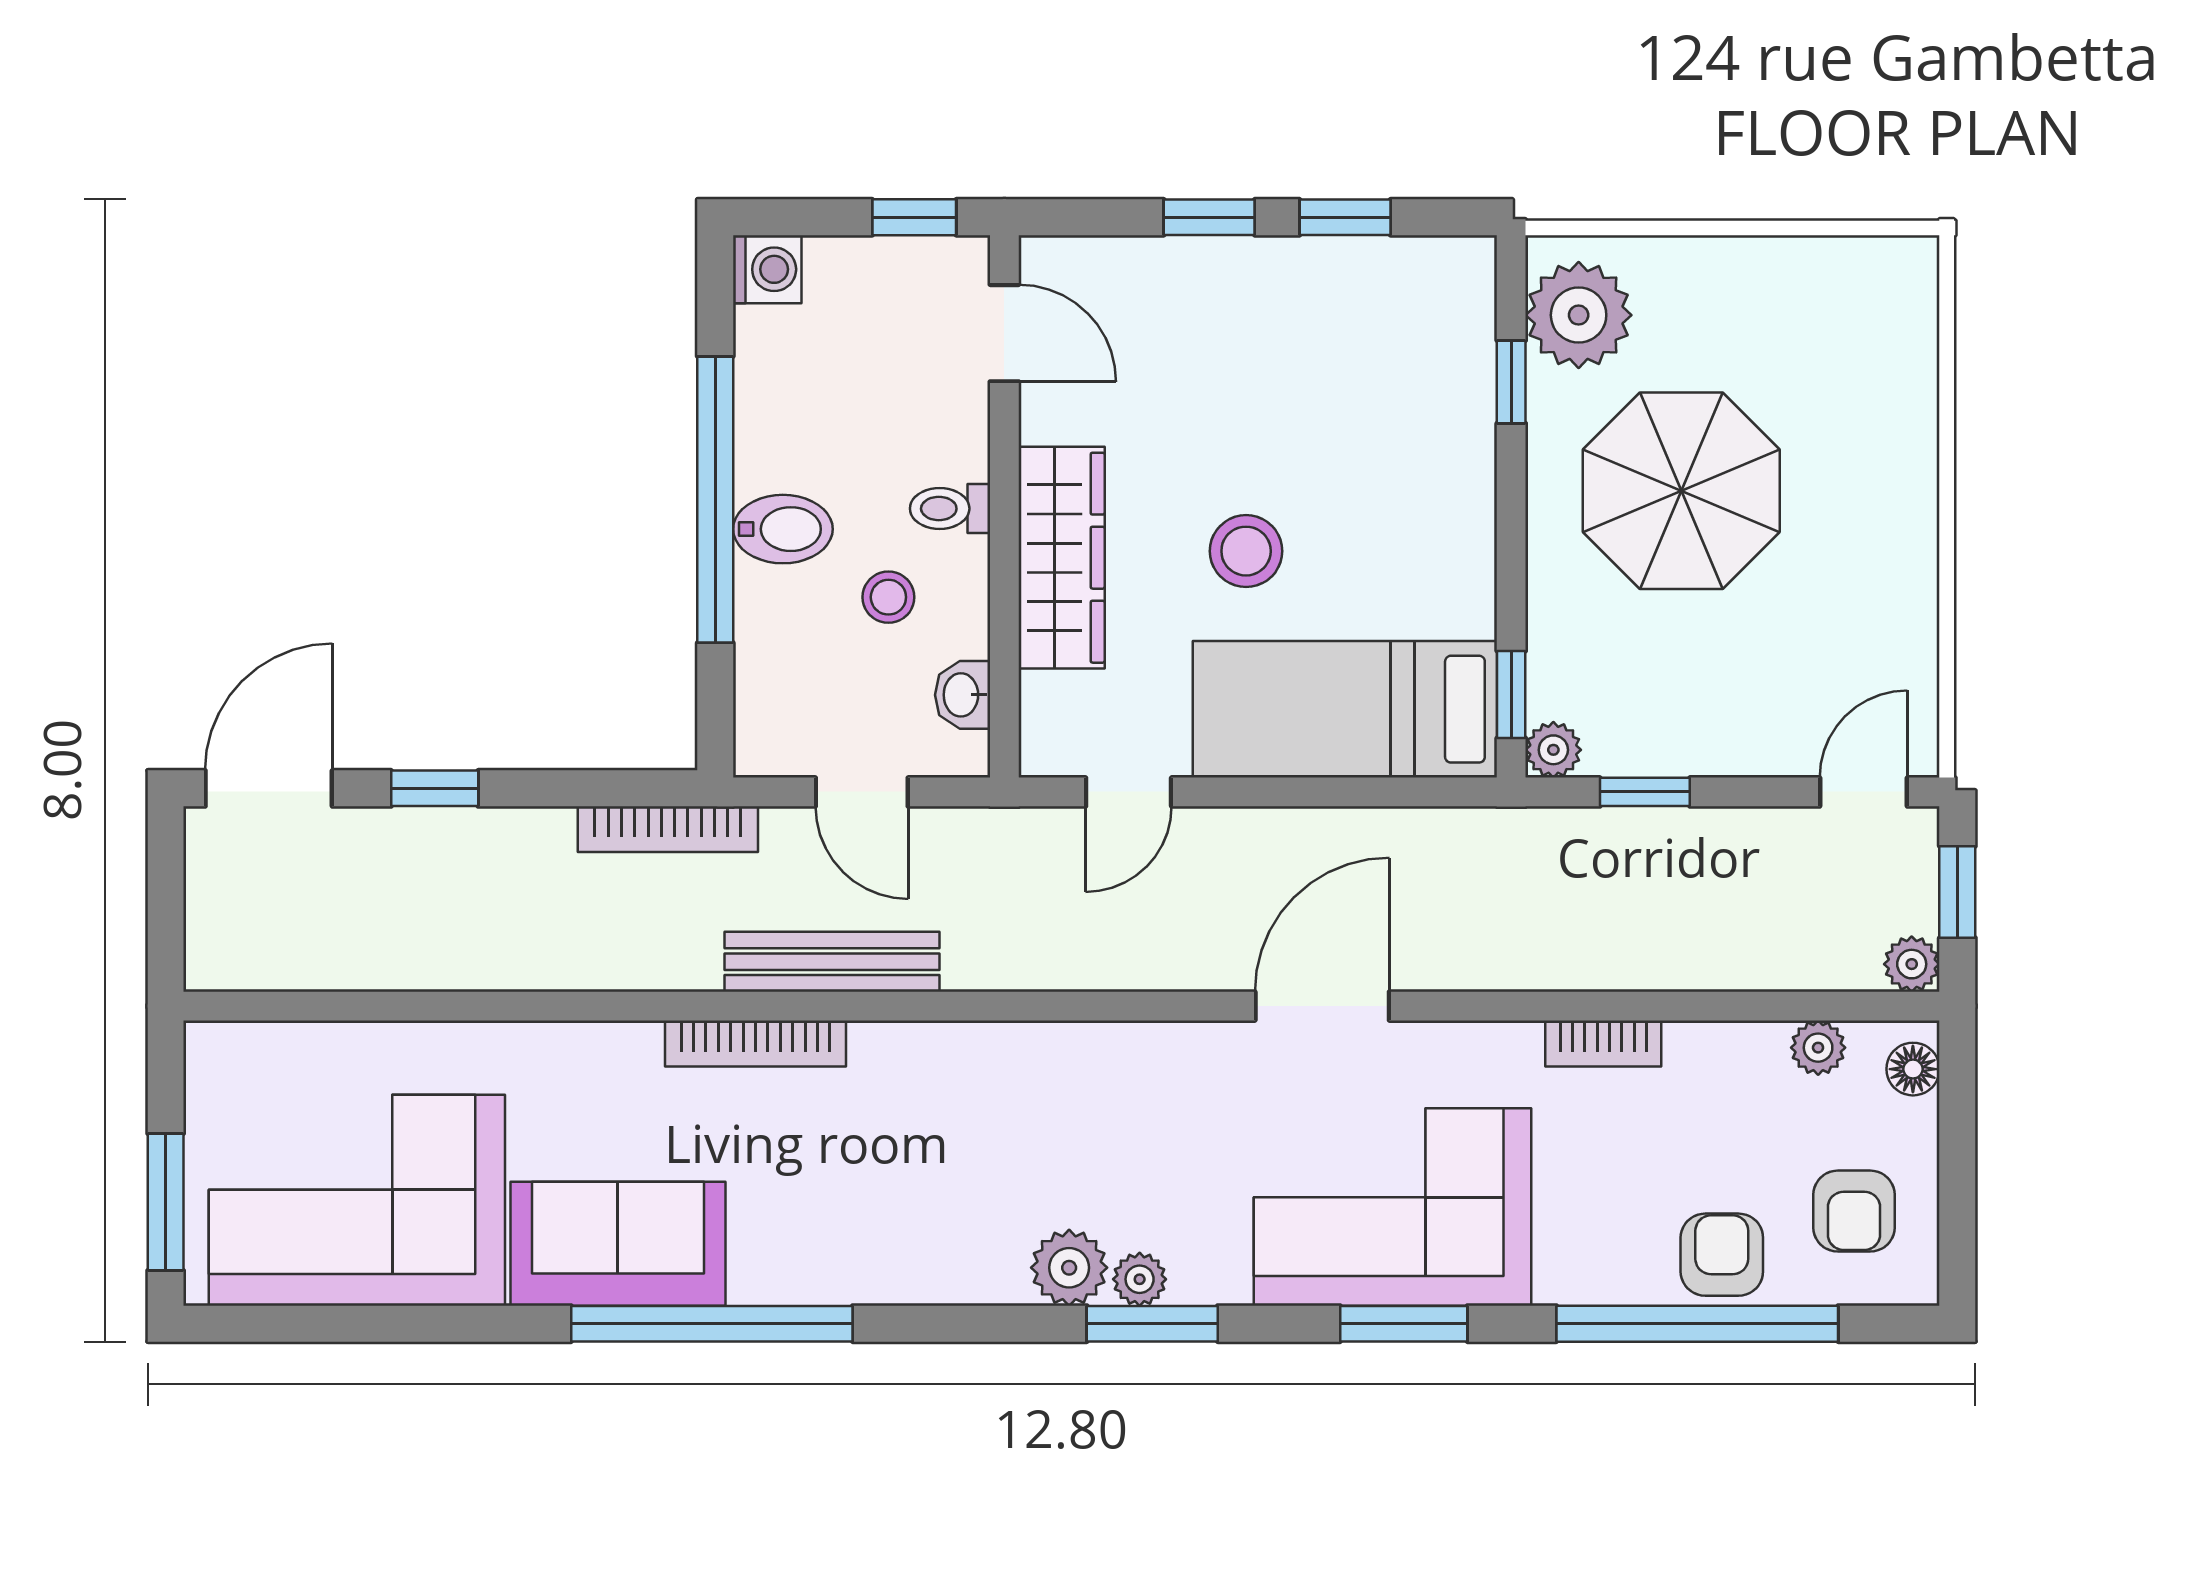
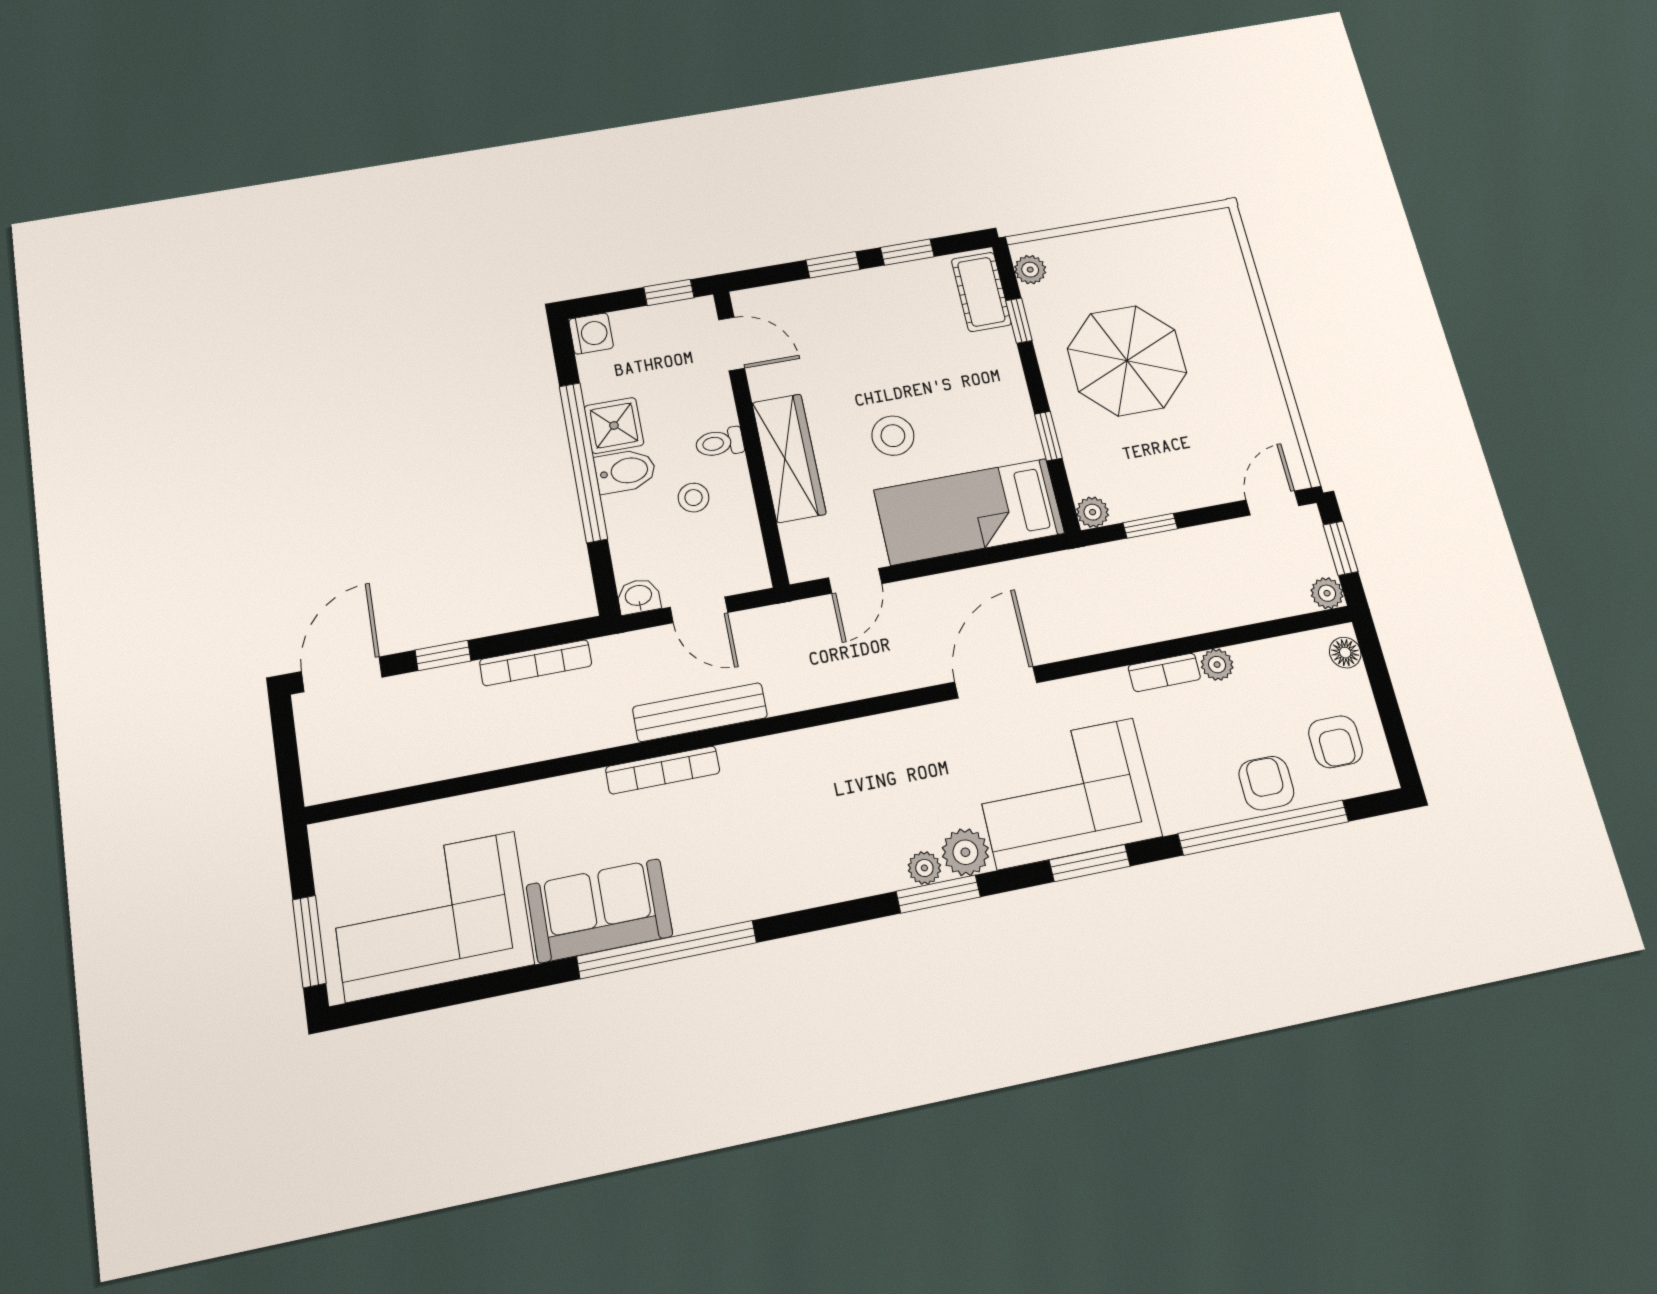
plant: (1579, 315) -> (1030, 270), width x0.53, depth x0.53
cot: (1458, 316) -> (981, 292), added
shower: (778, 444) -> (614, 425), added
window: (1511, 694) -> (1048, 436), moved
washbasin: (963, 695) -> (639, 596), moved, turned 90
bookcase: (668, 829) -> (536, 663), moved
plant: (1818, 1048) -> (1217, 665), moved
plant: (1069, 1268) -> (965, 852), moved

